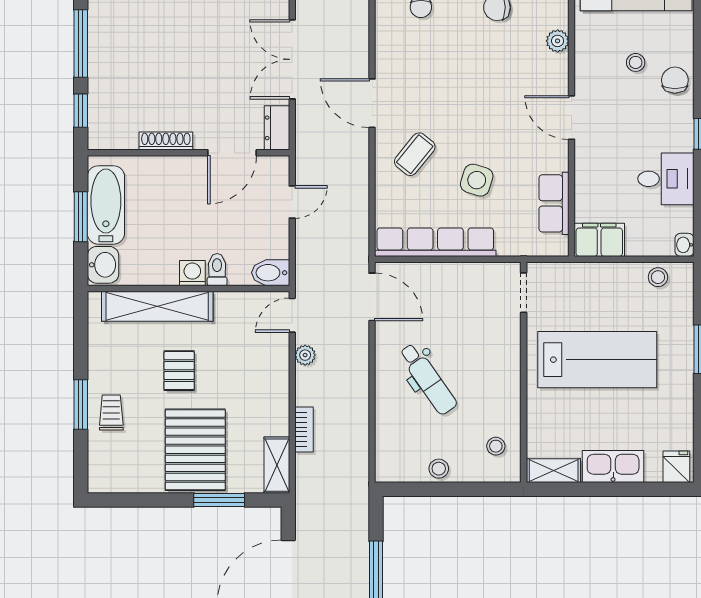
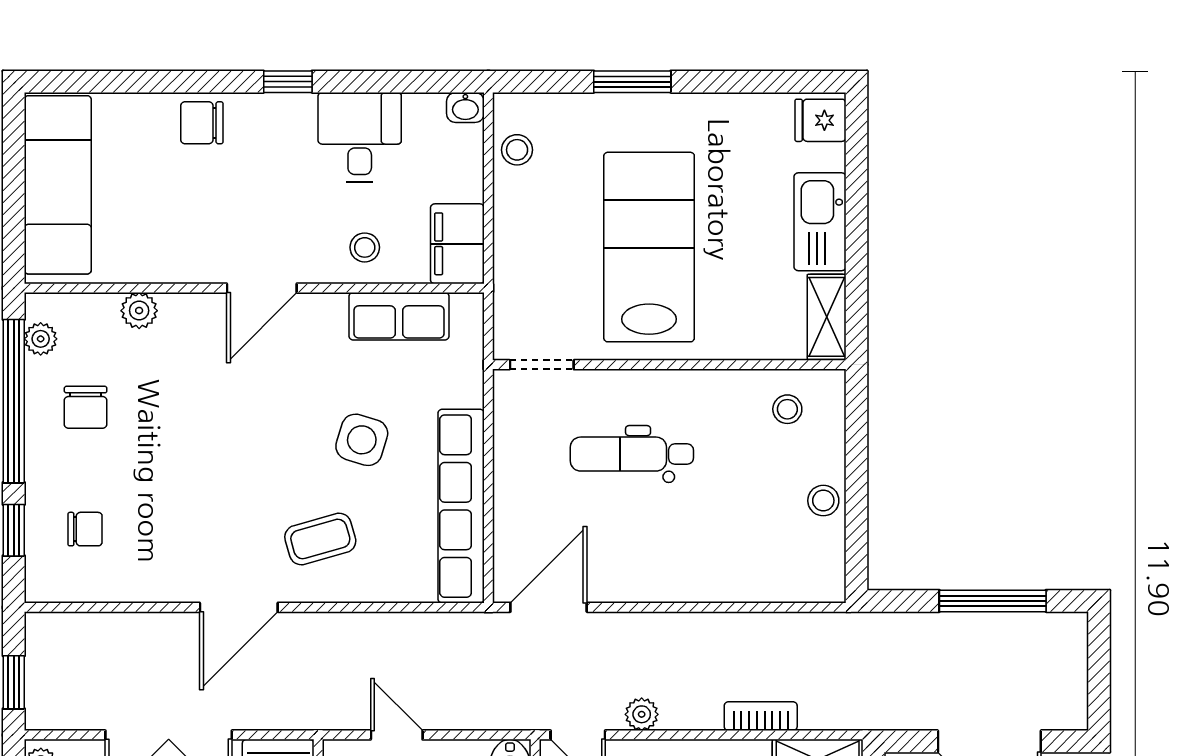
stool: (636, 62) -> (365, 247), moved
coffee table: (415, 154) -> (320, 539), turned -55
dental chair: (428, 379) -> (632, 454), moved, turned -145

